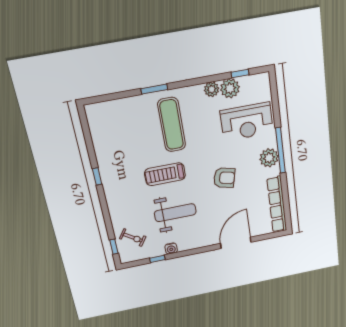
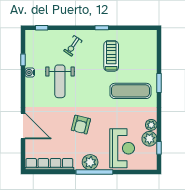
reception desk: (247, 122) -> (122, 148), turned 180
treadmill: (165, 174) -> (111, 56), moved
exercise bike: (133, 238) -> (73, 46), moved

